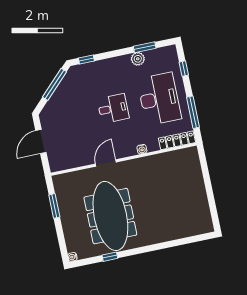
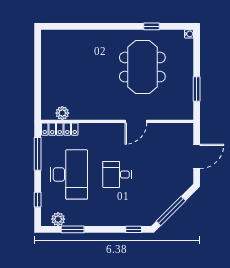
plant: (138, 59) -> (58, 219), moved
desk: (159, 99) -> (69, 174), turned 180
water cooler: (142, 149) -> (97, 128), removed
plant: (178, 156) -> (62, 113), added
meeting table: (110, 216) -> (142, 67), width x0.73

